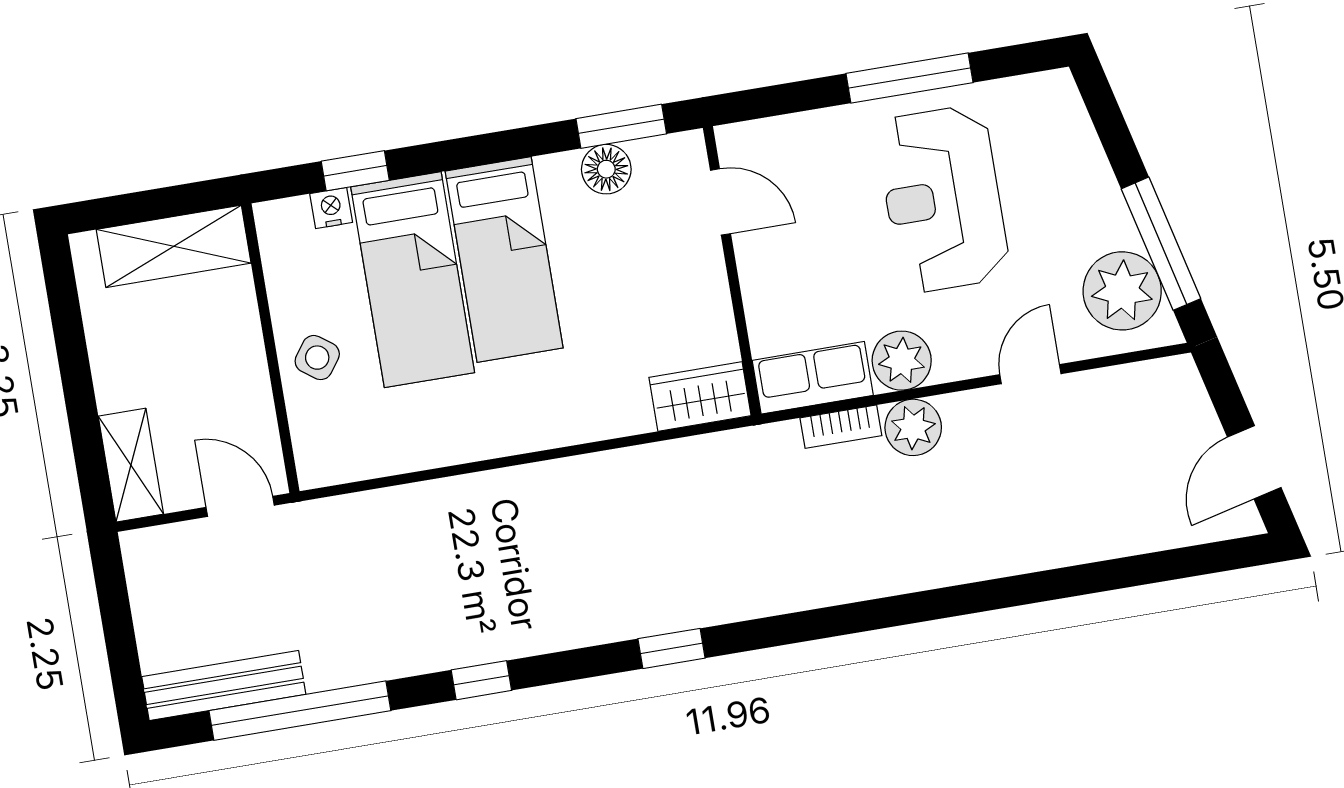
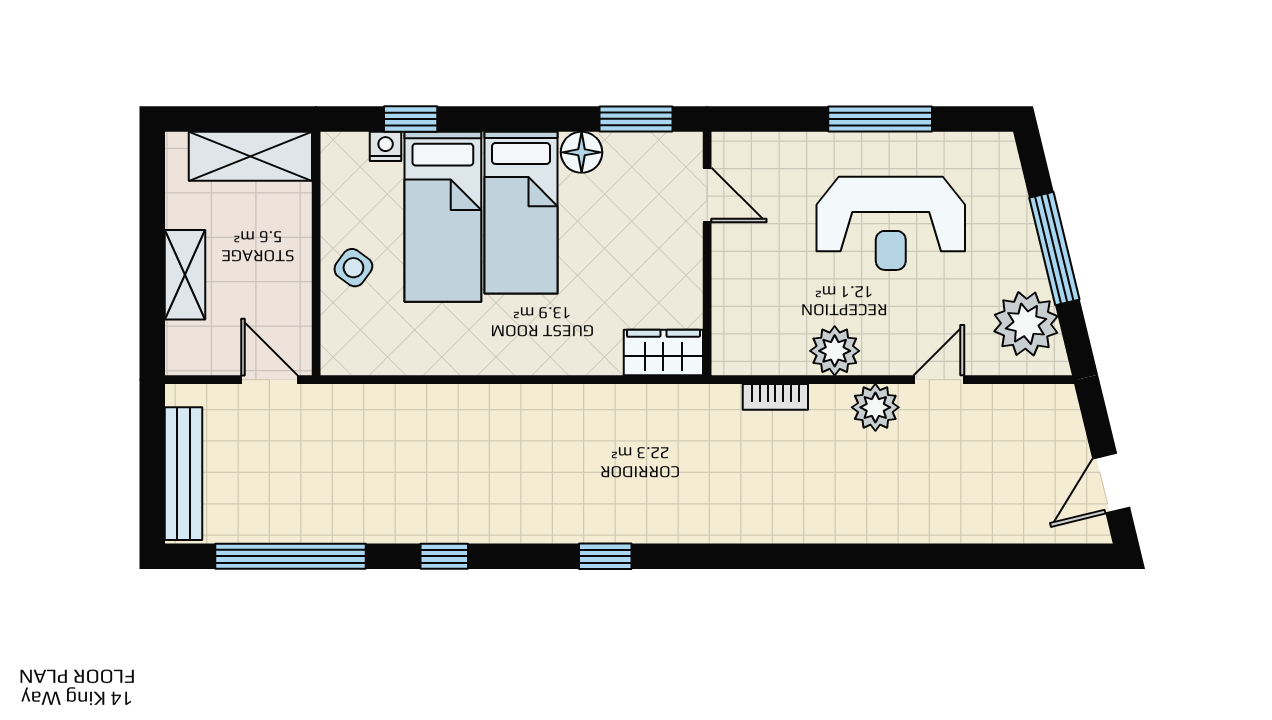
floor lamp: (606, 169) -> (582, 152), moved
reception desk: (943, 199) -> (891, 223), turned -90
window: (1161, 244) -> (1054, 249), moved
row of seats: (813, 378) -> (759, 353), removed
plant: (913, 427) -> (875, 407), moved
shelving: (131, 465) -> (185, 275), moved
bench: (224, 685) -> (183, 474), moved, turned 90

